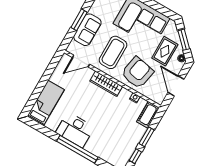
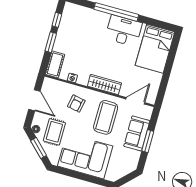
armchair: (137, 73) -> (76, 104), width x0.53, depth x0.53
bed: (46, 103) -> (155, 49), width x1.50

